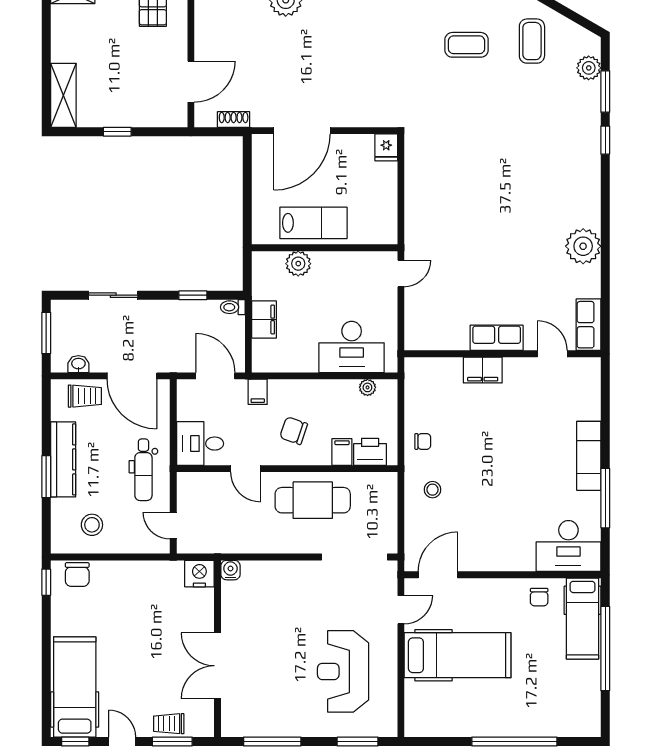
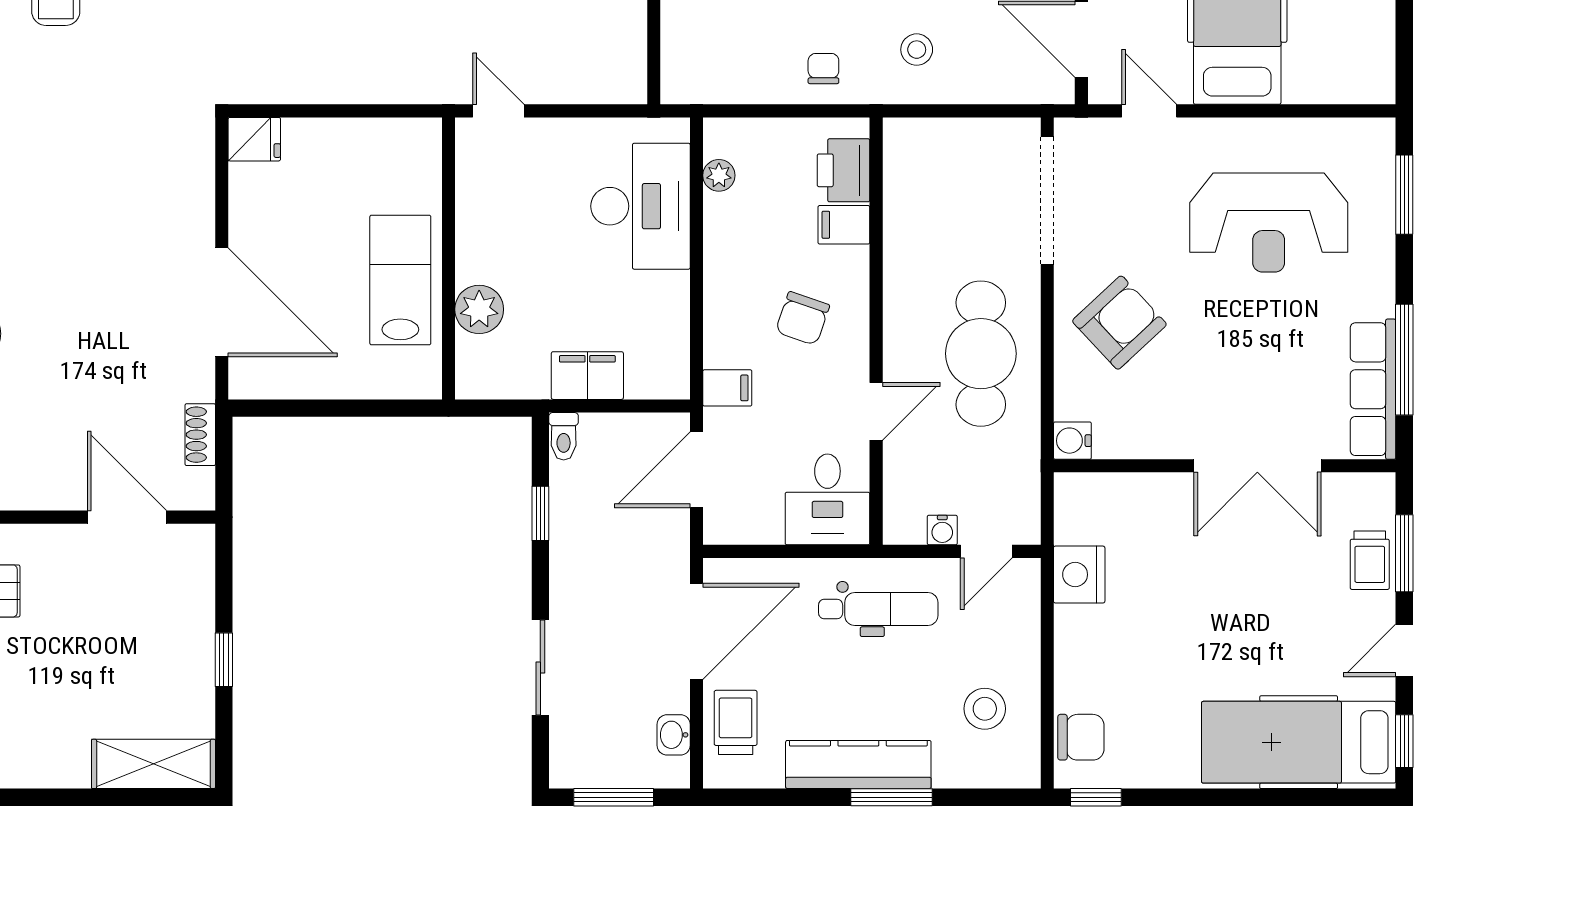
cafe table: (313, 500) -> (981, 354), moved
water cooler: (184, 503) -> (942, 530), added
nightstand: (199, 574) -> (1079, 575), moved
armchair: (291, 594) -> (1119, 323), added
row of seats: (257, 725) -> (1373, 389), added

